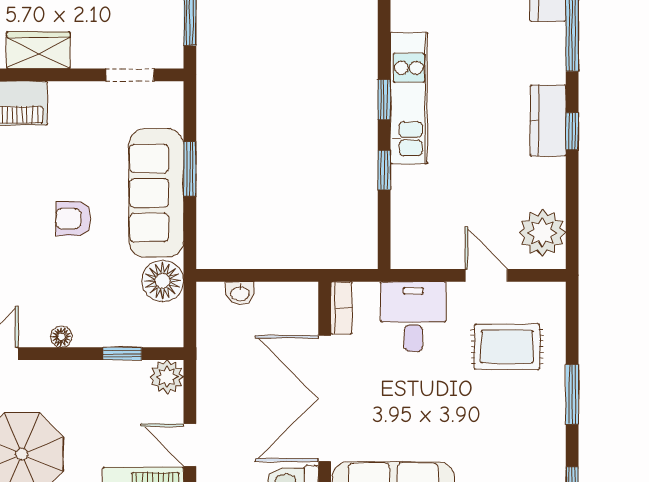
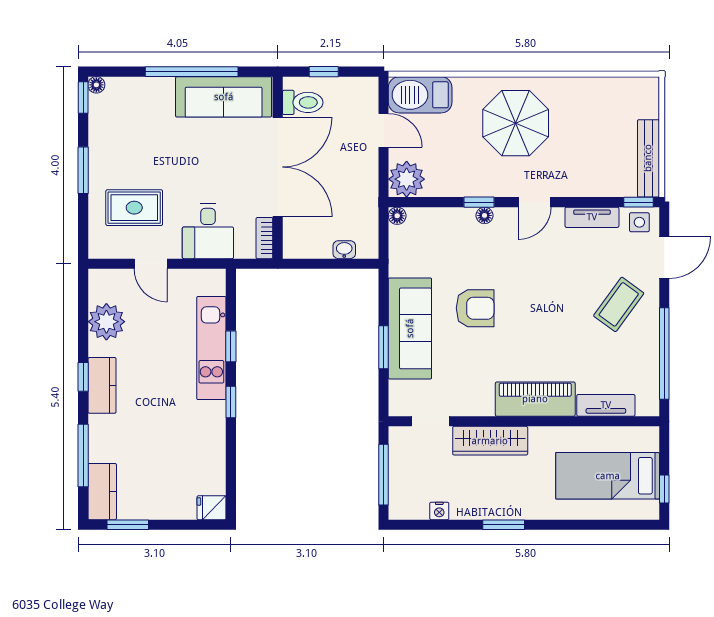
wardrobe: (38, 50) -> (490, 441), width x1.50
kitchen unit: (409, 98) -> (211, 348), moved
armchair: (73, 219) -> (475, 308), width x1.38, depth x1.38
plant: (542, 233) -> (106, 322), moved
floor lamp: (163, 281) -> (397, 216), moved, width x0.53, depth x0.53
window: (122, 354) -> (479, 202), moved
plant: (167, 377) -> (407, 179), width x1.36, depth x1.36

